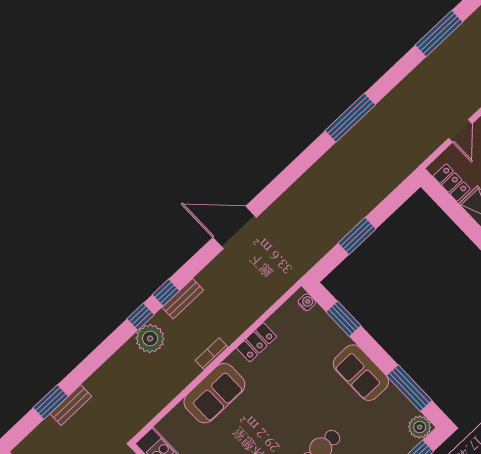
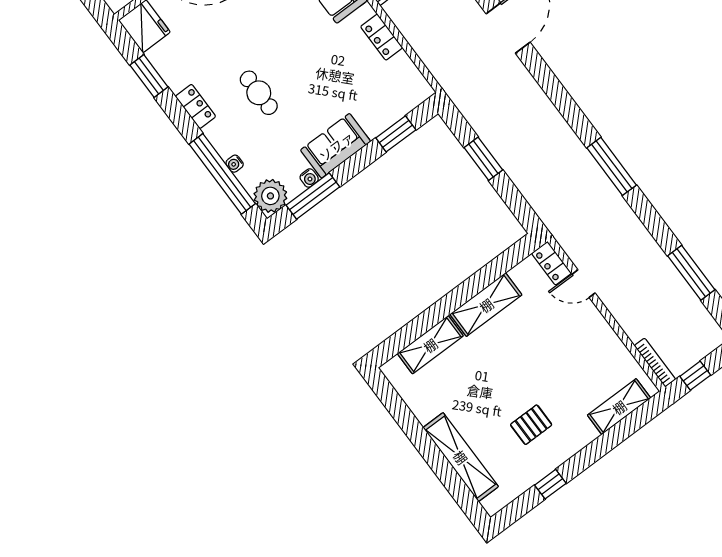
locker: (452, 183) -> (551, 263), moved, turned 90
water cooler: (307, 302) -> (309, 178), moved
plant: (420, 427) -> (270, 196), width x1.36, depth x1.36

